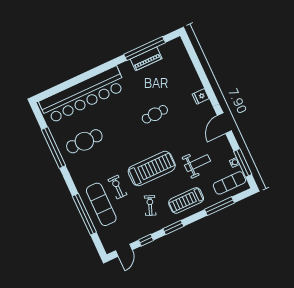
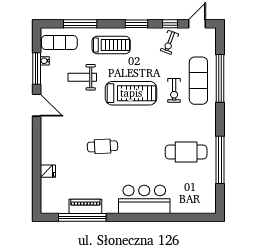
bar counter: (83, 95) -> (144, 199), width x0.54
fridge: (201, 96) -> (48, 171), moved
door: (224, 123) -> (37, 105), hinge flipped
window: (243, 163) -> (37, 68), moved
treadmill: (152, 169) -> (131, 93), turned 180
exercise bike: (150, 206) -> (170, 42), moved

